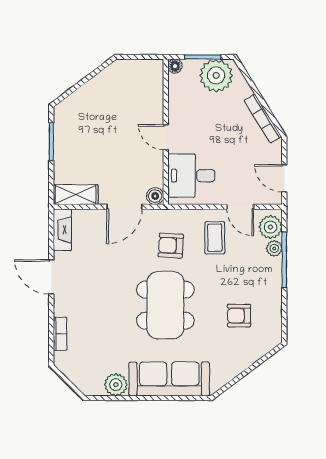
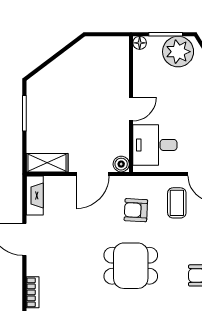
door: (166, 137) -> (131, 109), swing flipped
dining table: (165, 305) -> (131, 266), width x0.73

